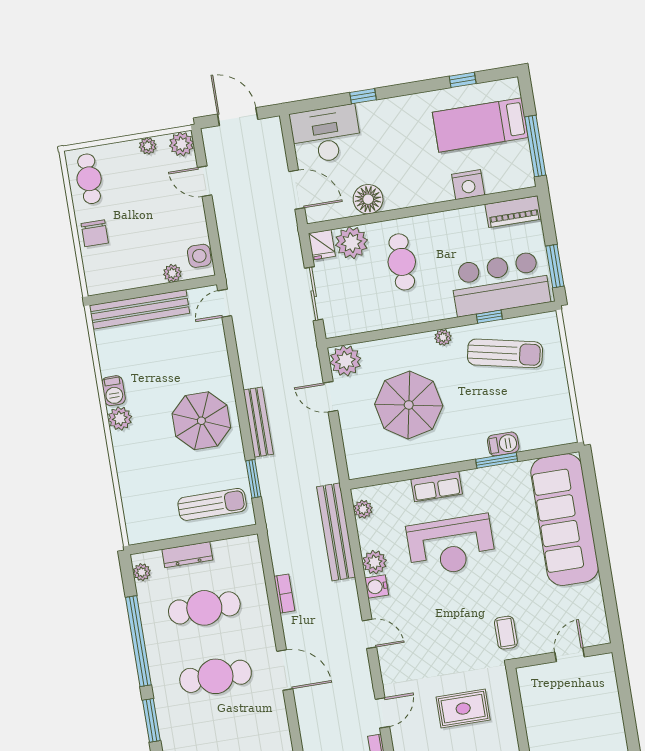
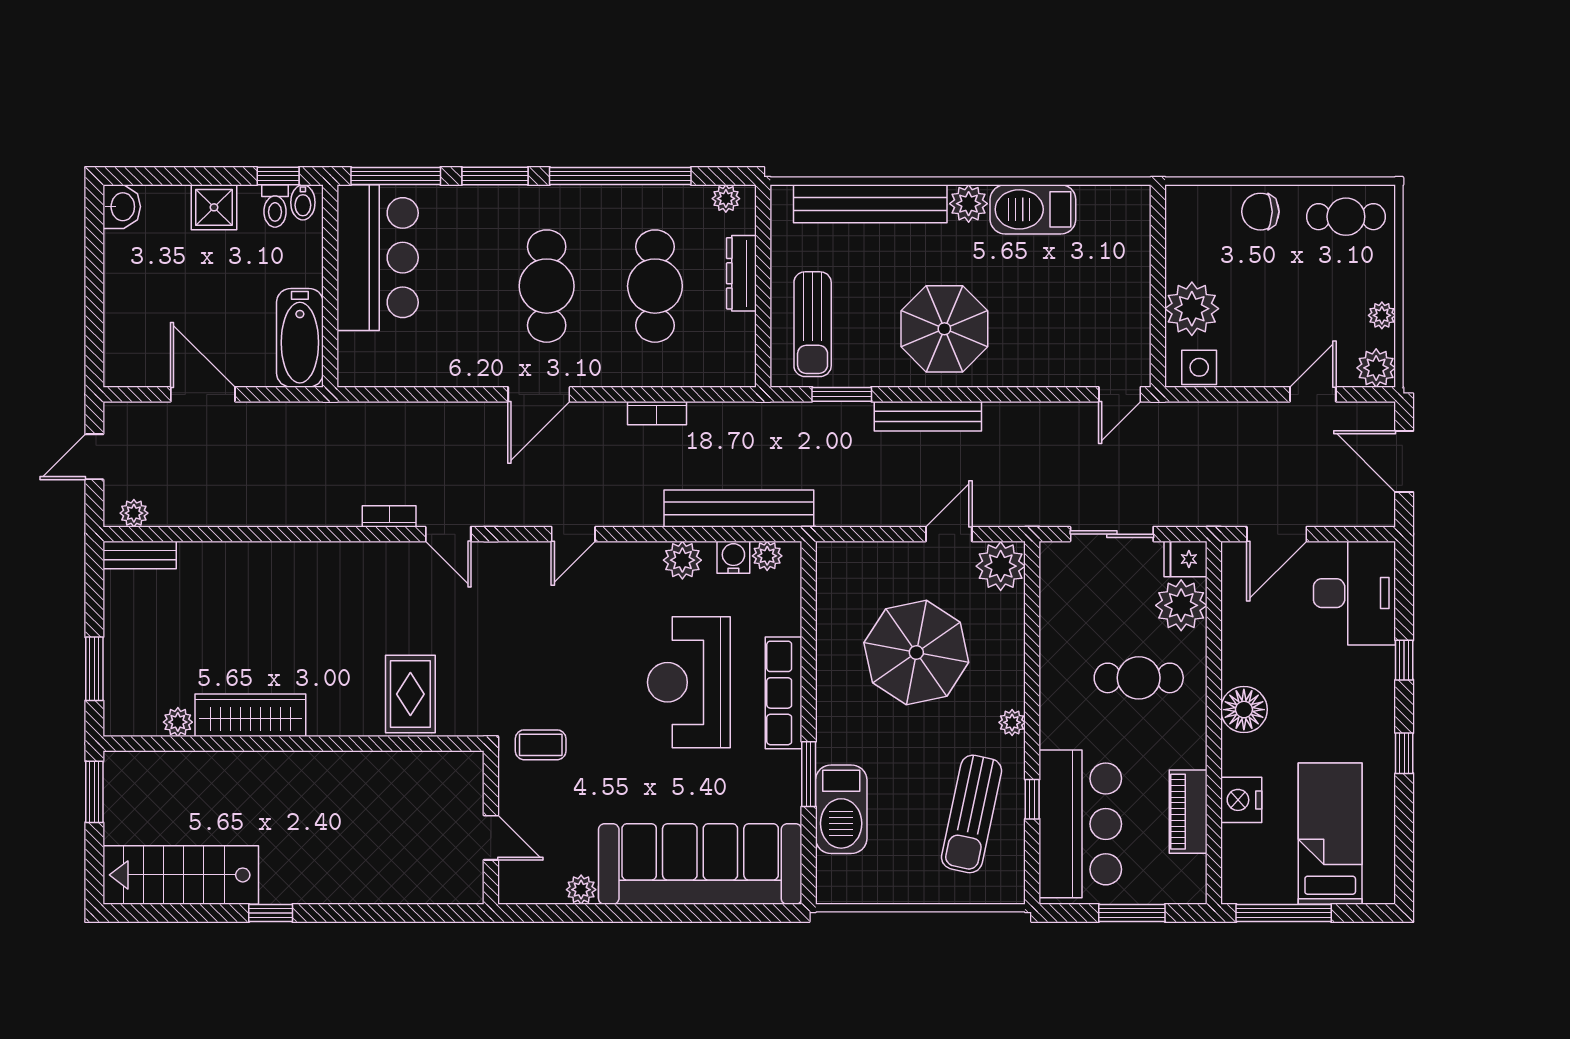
window: (463, 80) -> (1404, 753), moved
door: (238, 117) -> (1404, 461), swing flipped
floor lamp: (368, 199) -> (1244, 710), moved
piano: (513, 212) -> (1188, 812), moved
window: (555, 266) -> (1132, 913), moved
plant: (172, 273) -> (1192, 309), width x1.88, depth x1.88
door: (225, 303) -> (1120, 394), swing flipped
bench: (139, 309) -> (870, 204), moved, turned 90
barbecue: (114, 391) -> (1033, 209), width x1.88, depth x1.53
barbecue: (503, 444) -> (841, 809), width x1.88, depth x1.53
row of seats: (437, 487) -> (784, 693), width x1.48
water cooler: (377, 587) -> (733, 557), moved
plant: (593, 592) -> (581, 890), added
rug: (463, 709) -> (410, 694), moved

